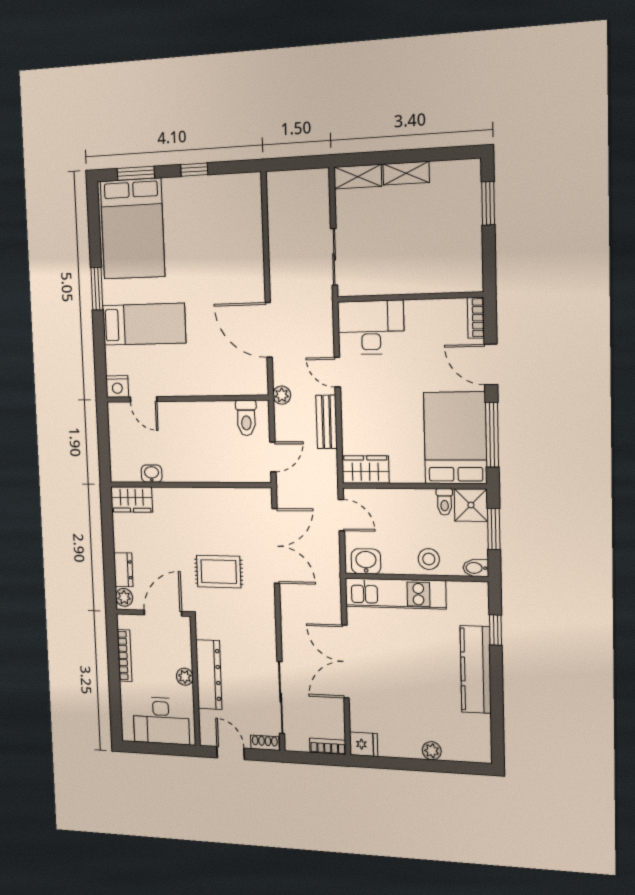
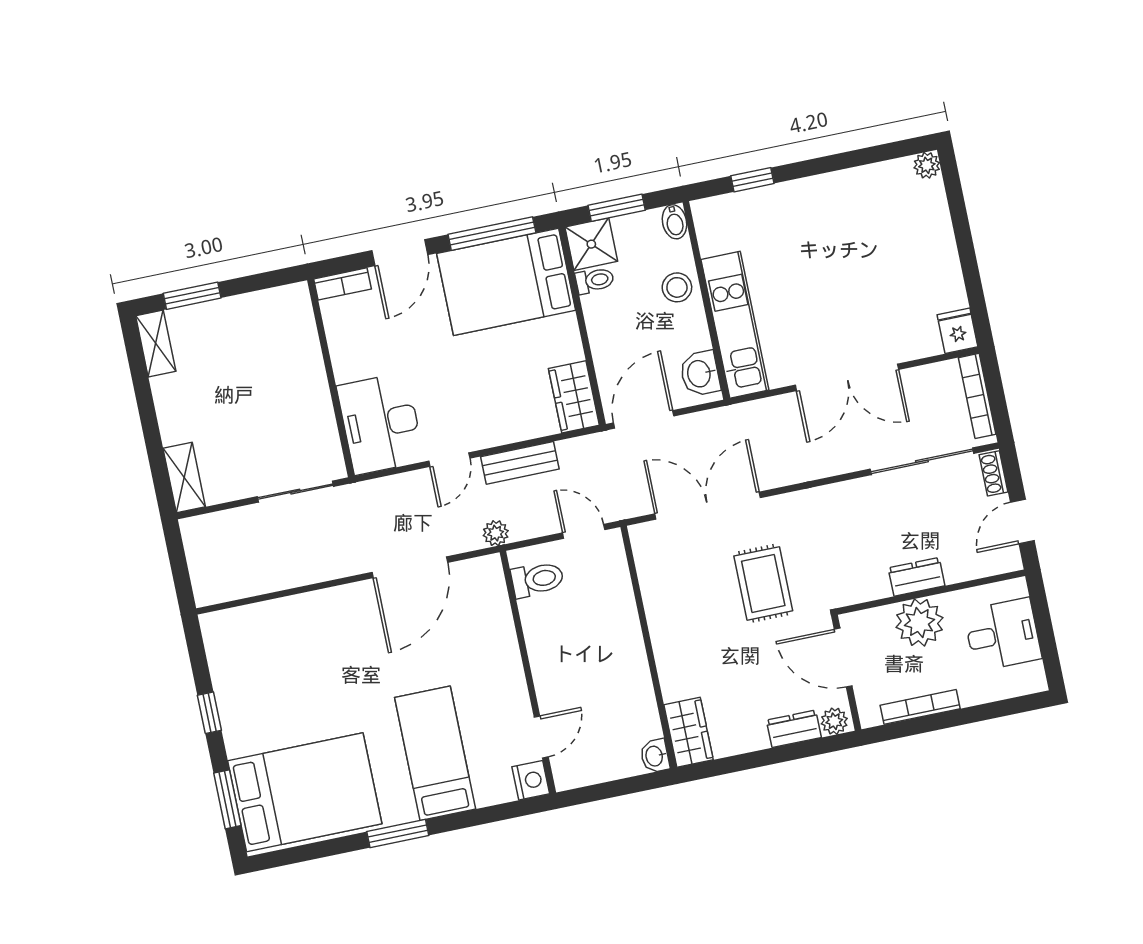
shelving: (406, 173) -> (156, 344), moved
washbasin: (152, 474) -> (655, 756), moved
door: (341, 515) -> (644, 419), width x1.38
kitchen counter: (476, 669) -> (813, 196), removed
dresser: (209, 675) -> (917, 577), width x0.51, depth x0.80
plant: (185, 677) -> (919, 622), width x1.88, depth x1.88
desk: (161, 721) -> (1003, 635), width x0.73
bookcase: (328, 746) -> (977, 396), width x1.56
plant: (432, 751) -> (927, 165), moved

